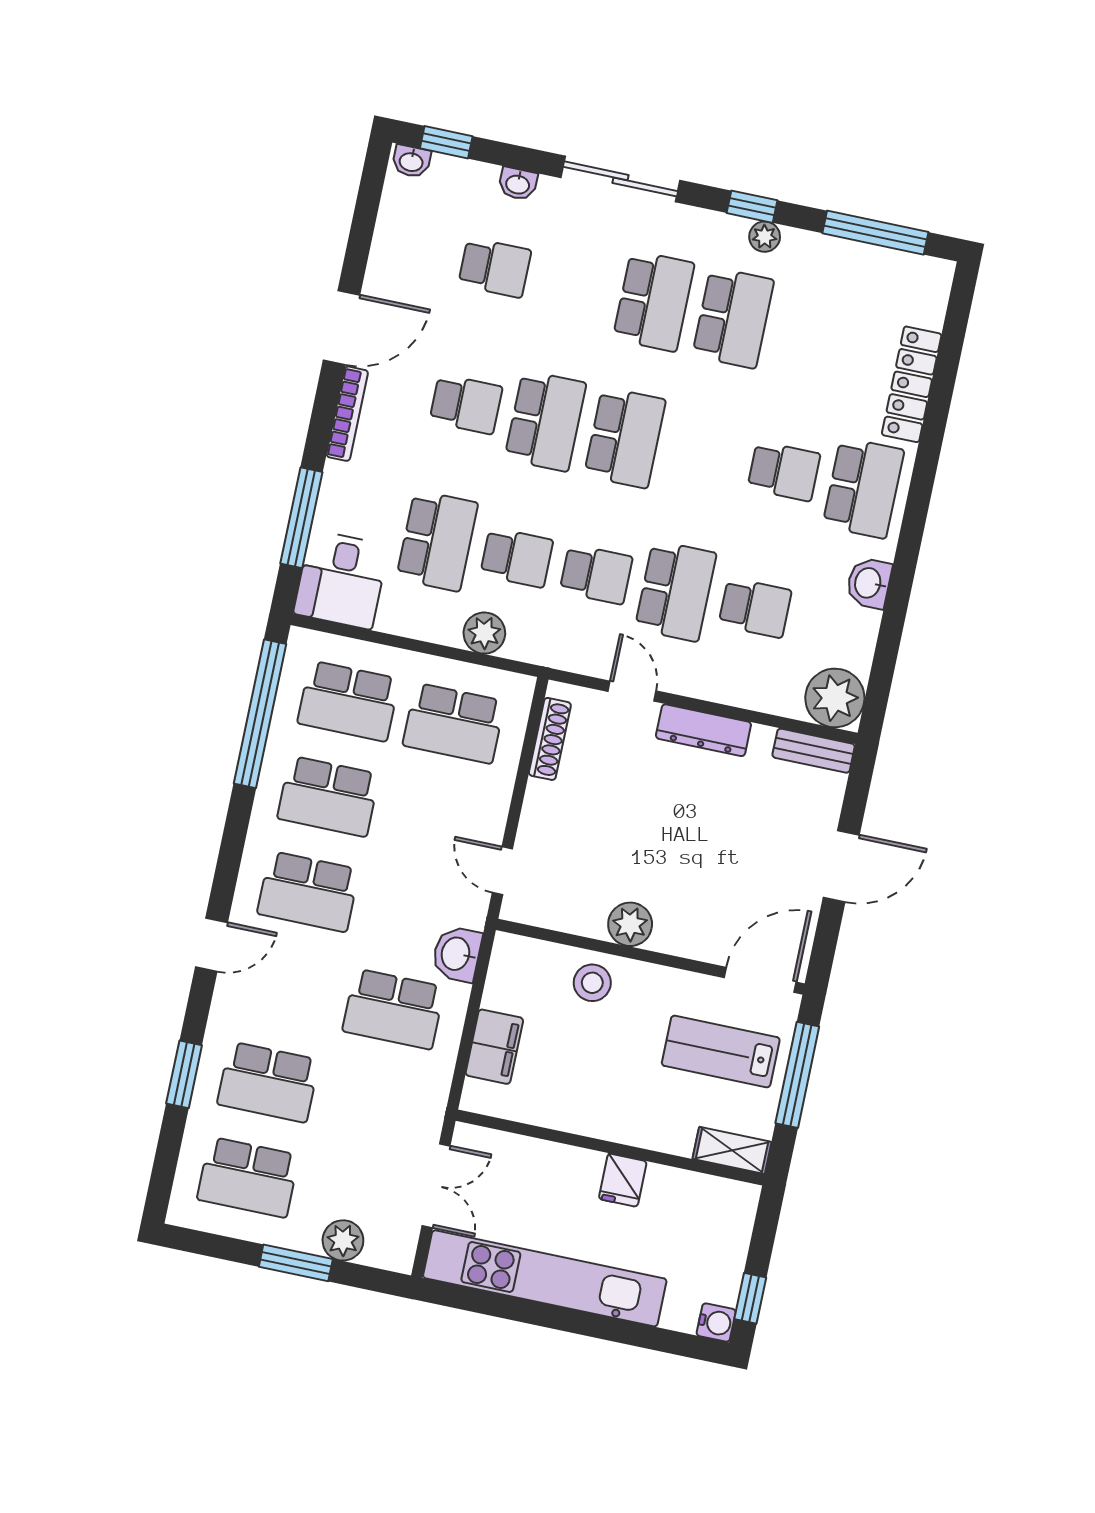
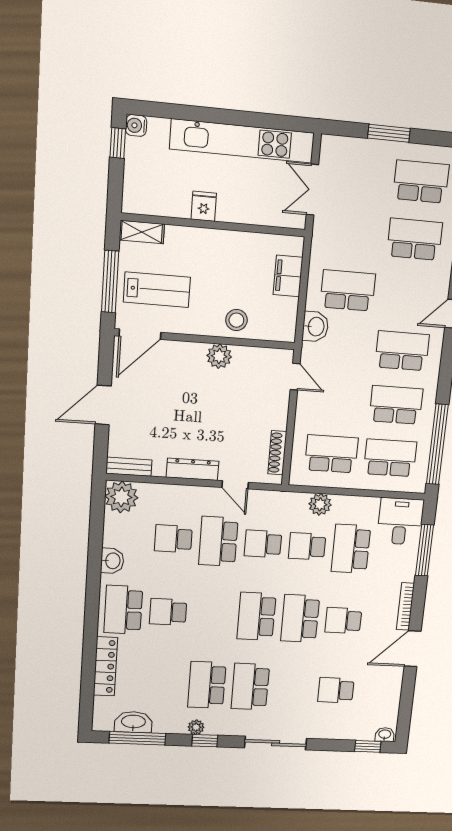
washbasin: (518, 184) -> (133, 722), moved, width x1.91, depth x1.45
plant: (343, 1240) -> (363, 150), removed

